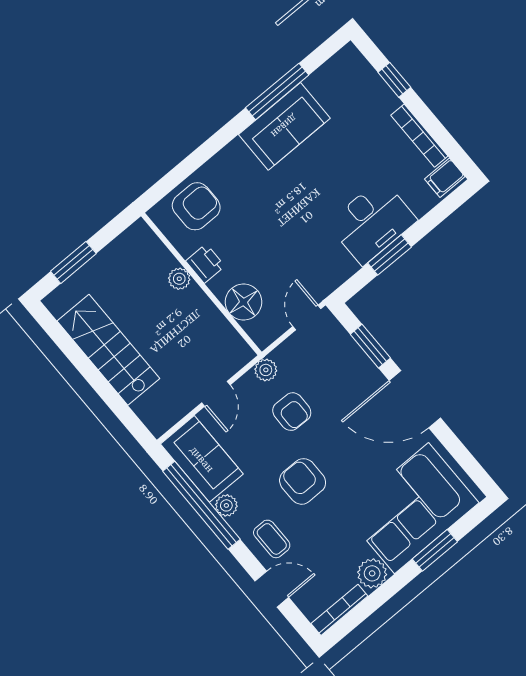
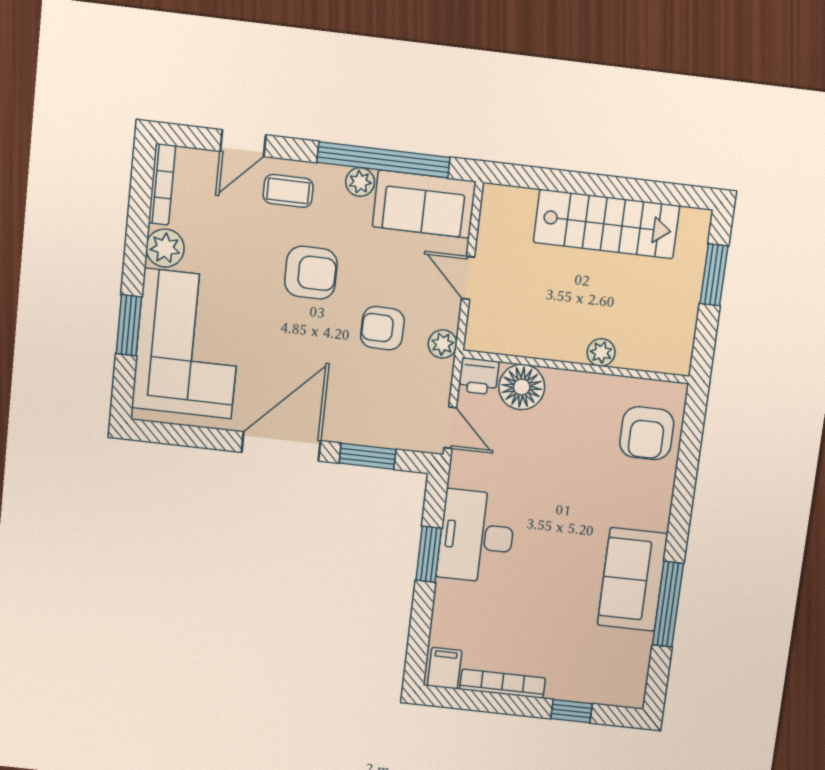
desk: (372, 222) -> (476, 536), moved
printer: (205, 264) -> (479, 376), moved

